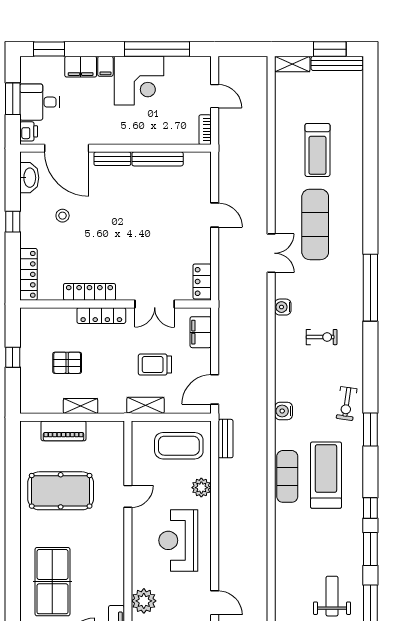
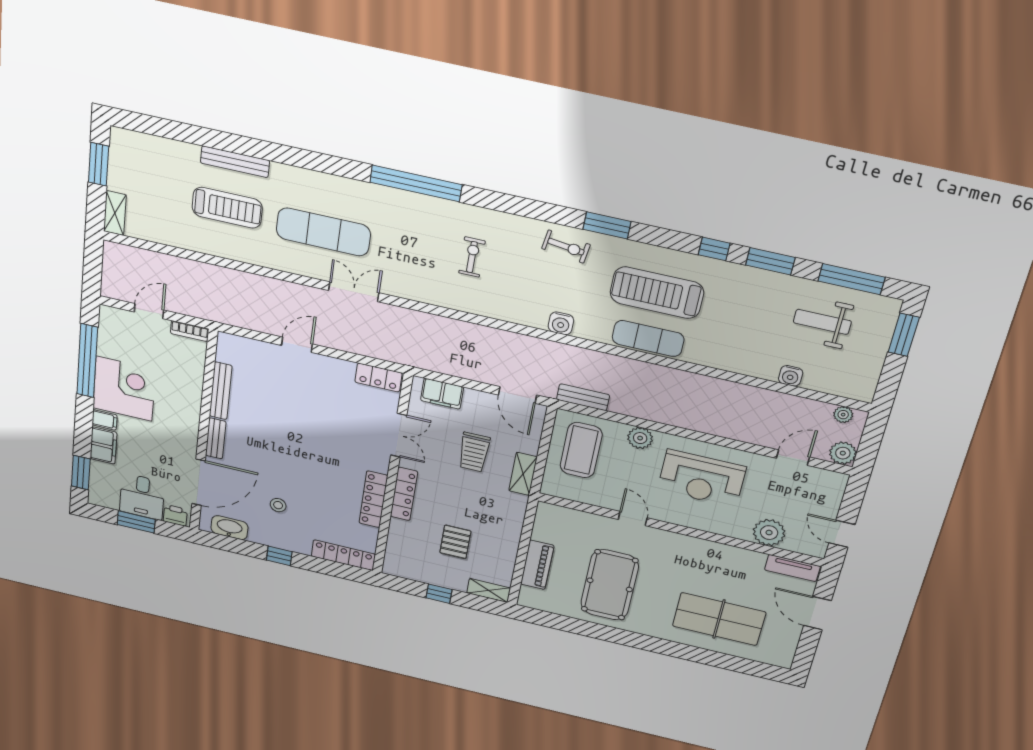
bench: (337, 63) -> (235, 162), moved, turned 90
water cooler: (283, 307) -> (791, 376), moved
shelving: (81, 406) -> (489, 590), moved, turned 90

